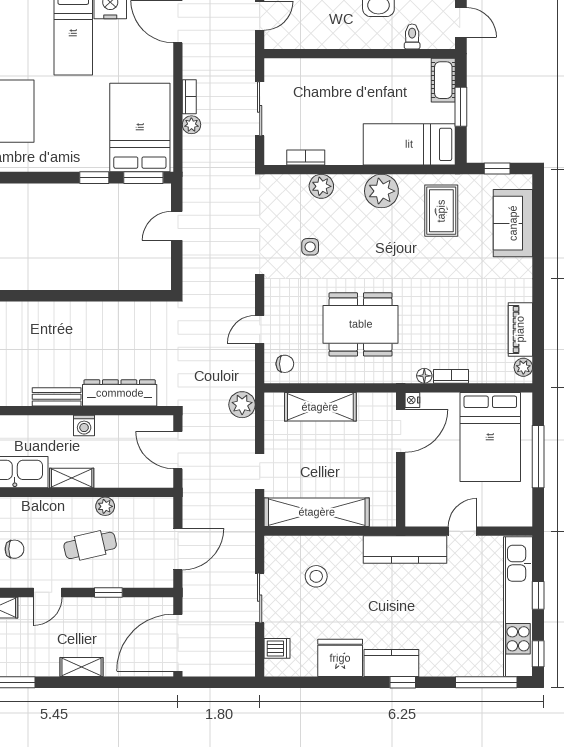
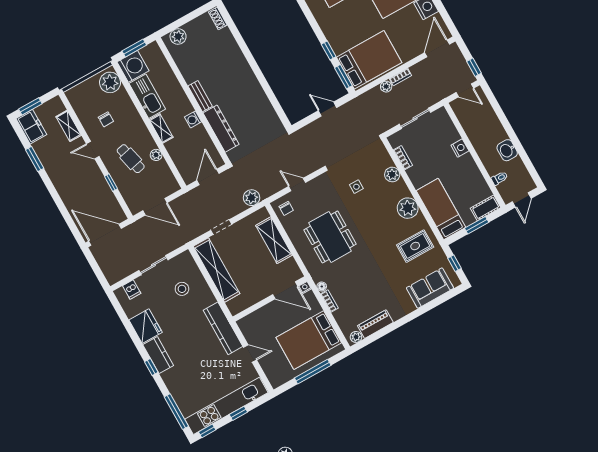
nightstand: (338, 69) -> (460, 148), added
shelving: (82, 667) -> (63, 191), removed

